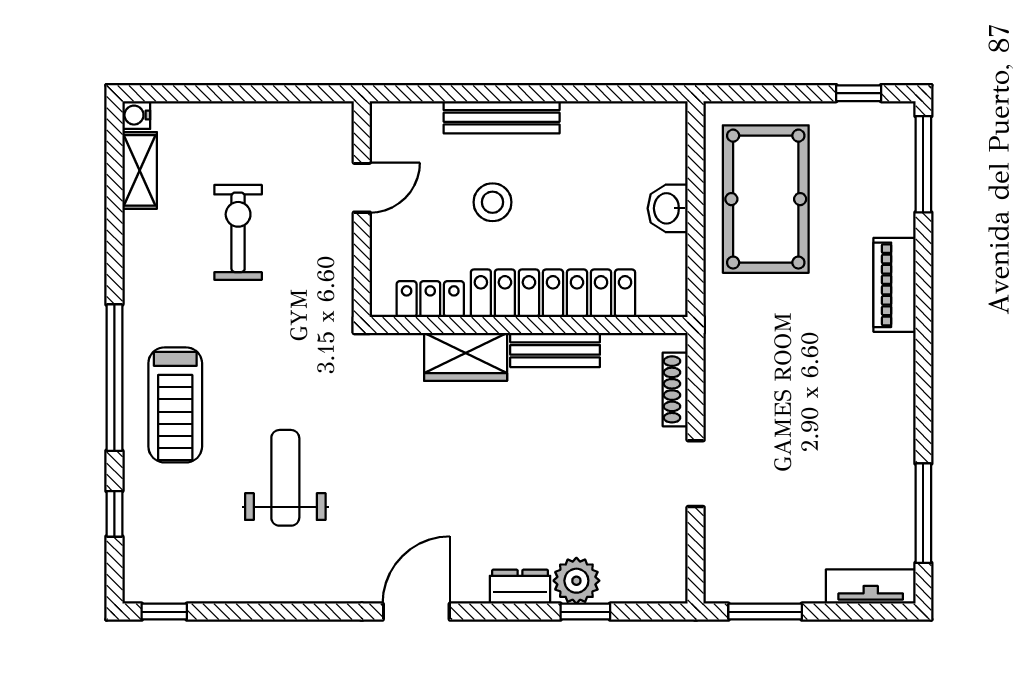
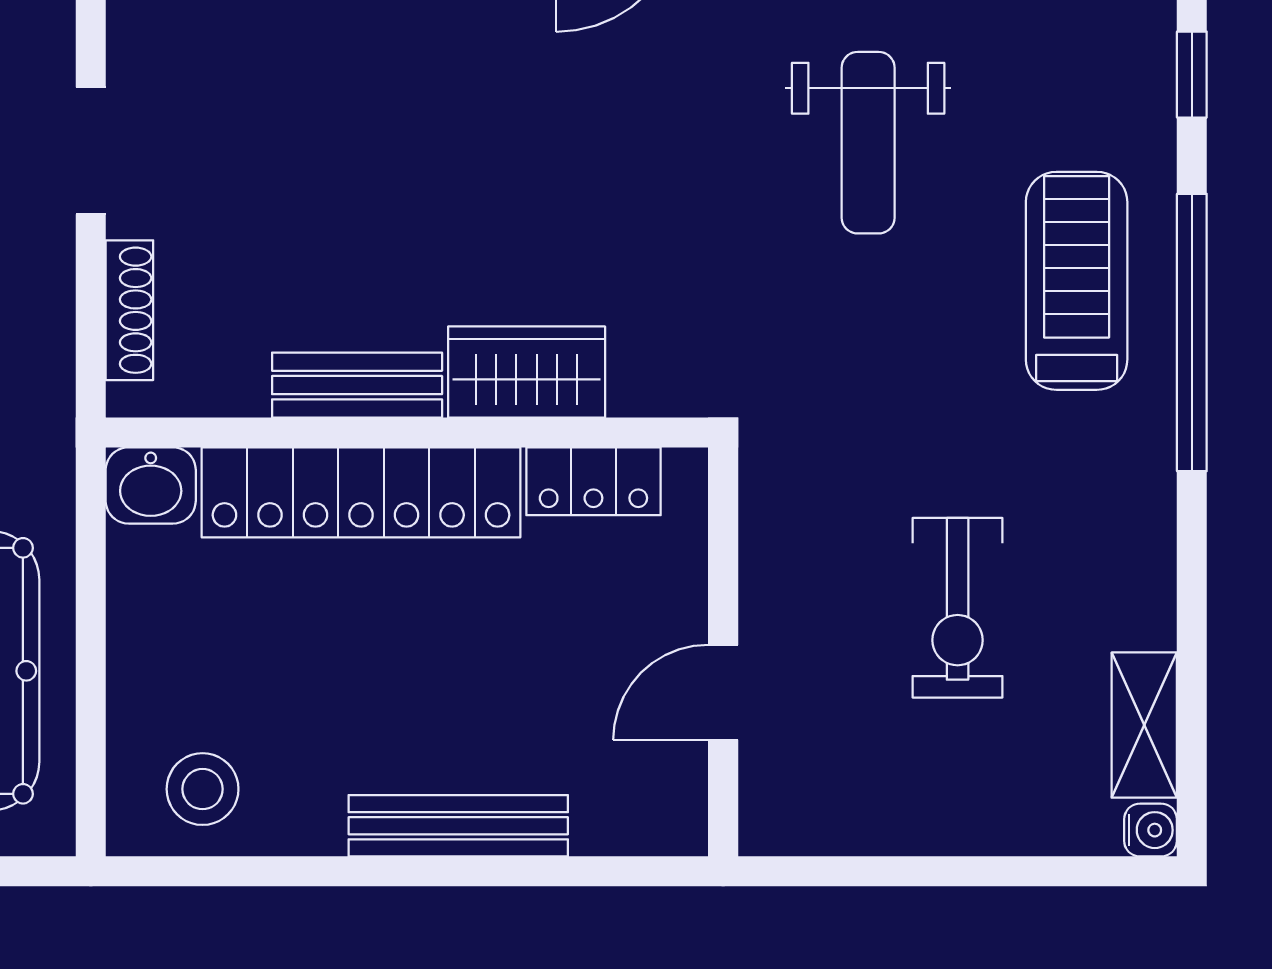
stool: (492, 202) -> (203, 789), moved
washbasin: (668, 208) -> (151, 485), moved, turned 90

